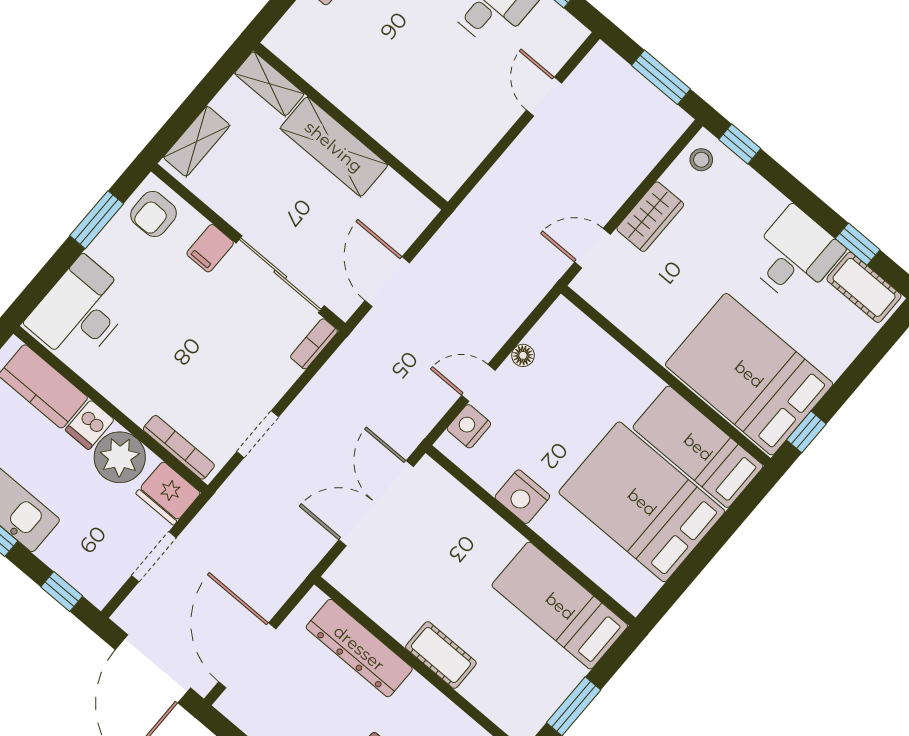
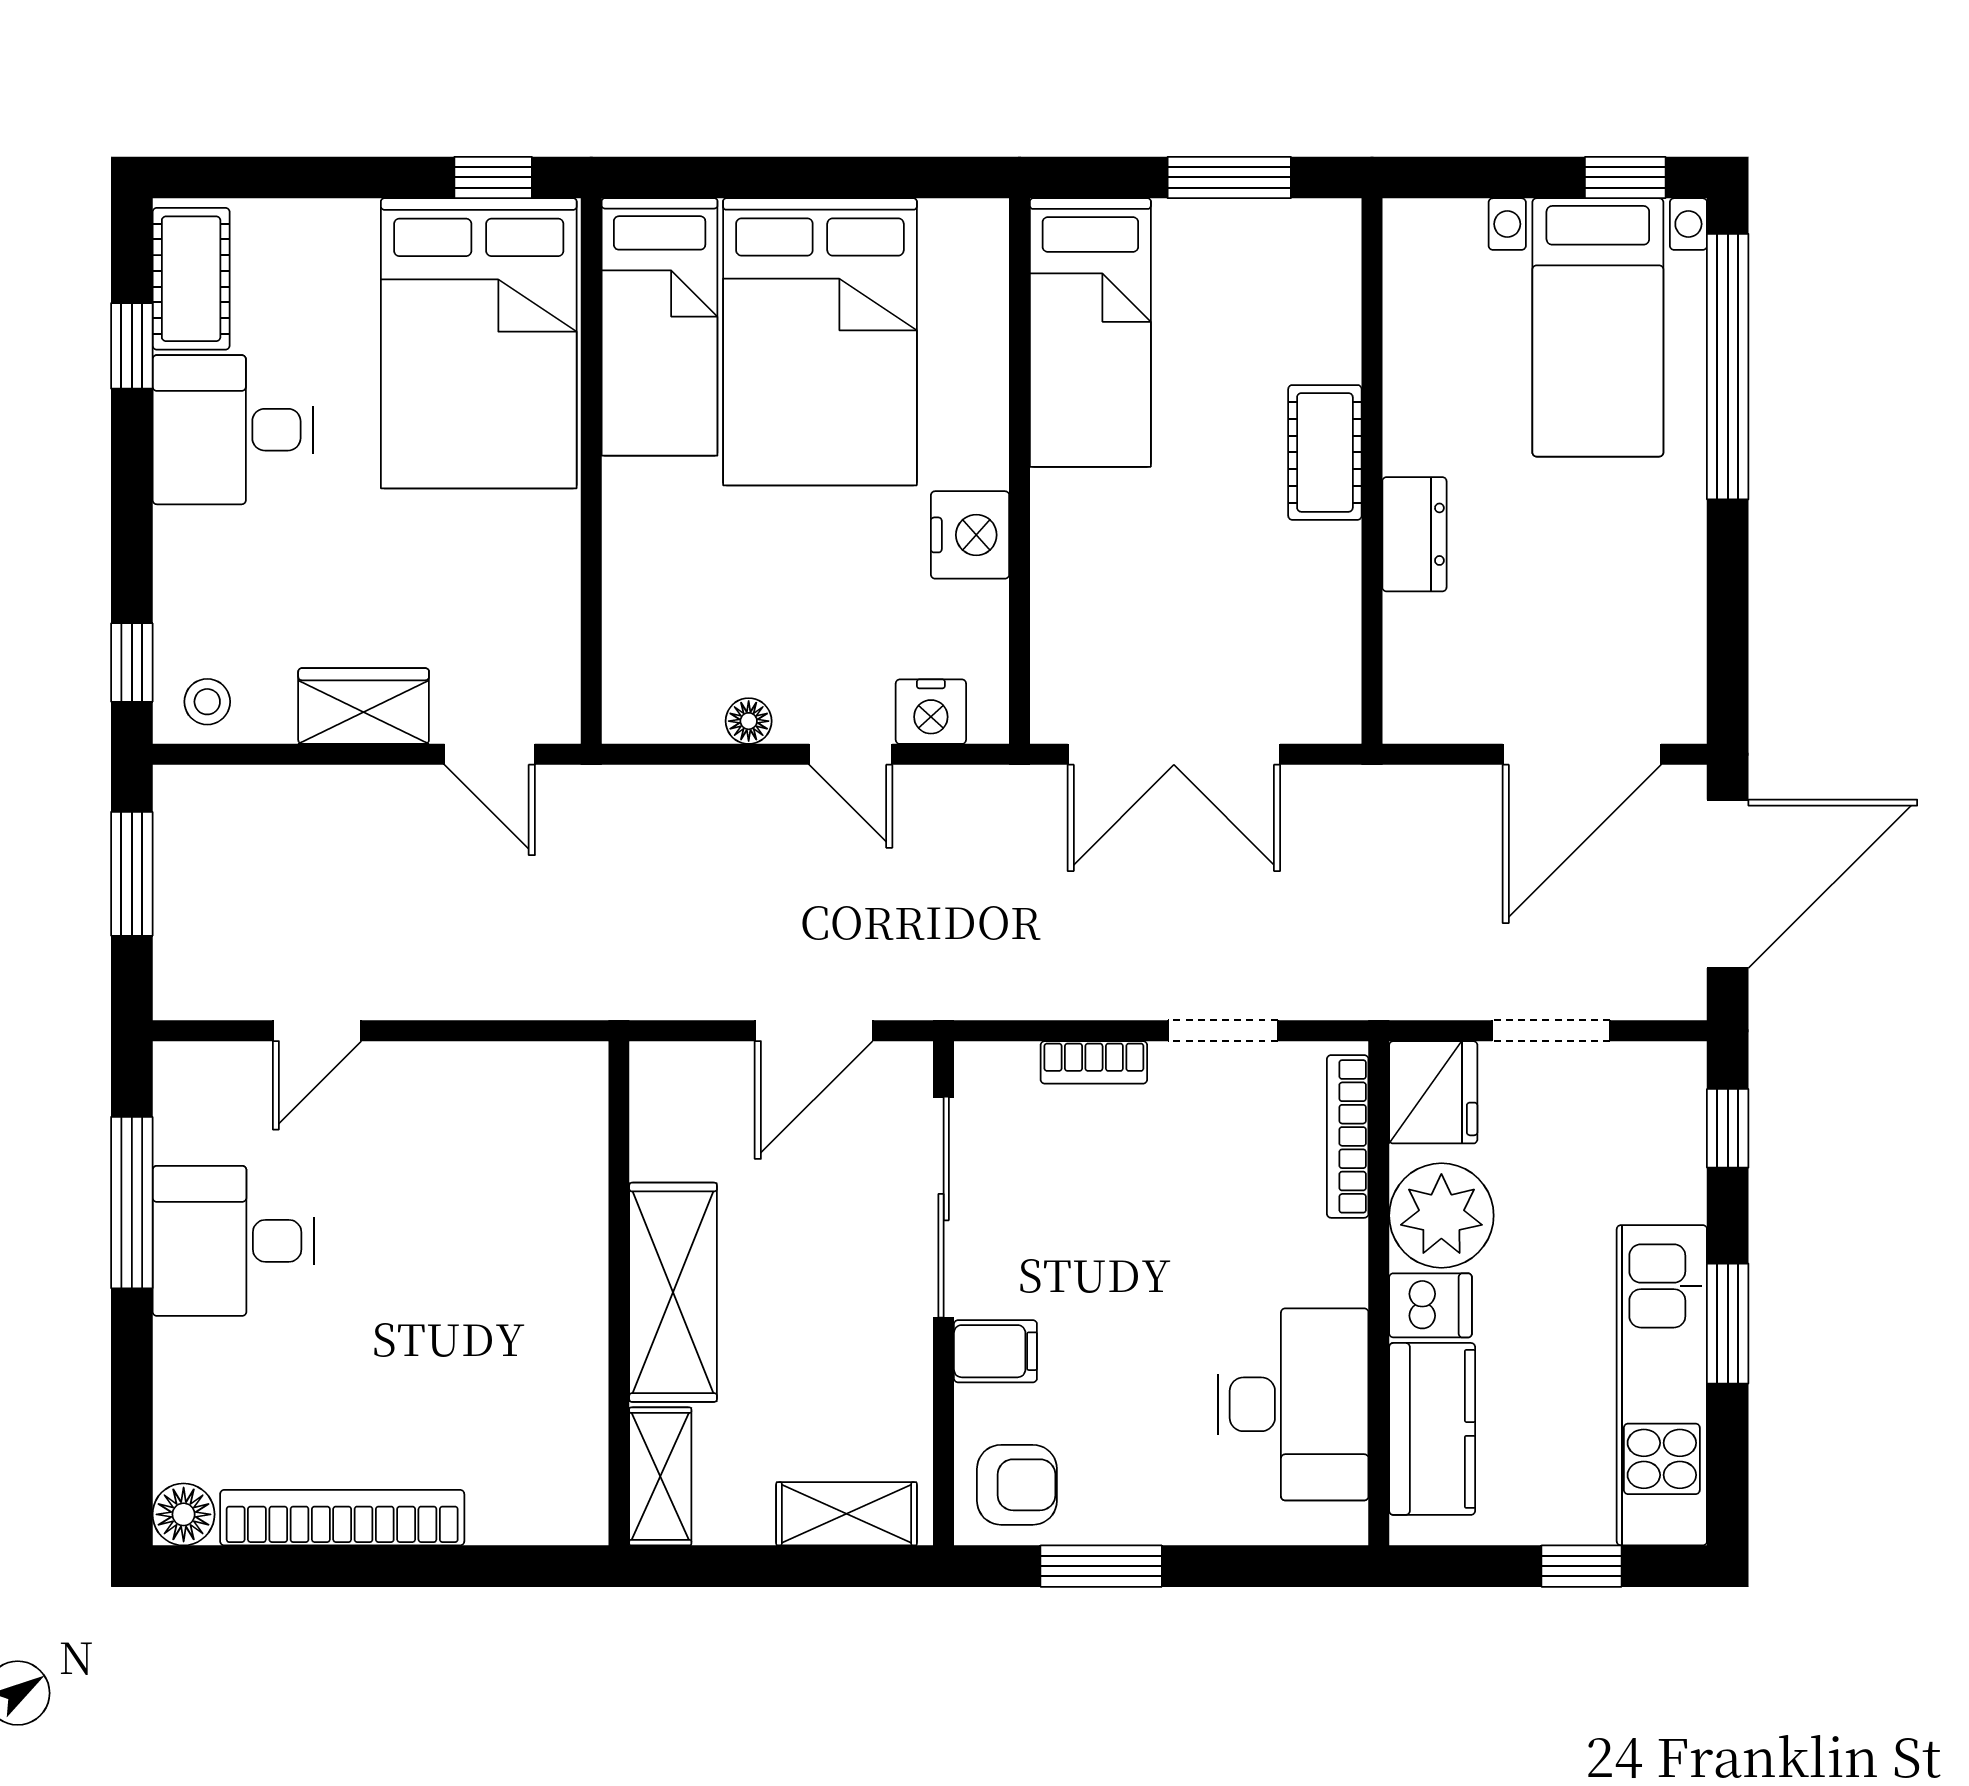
desk: (80, 311) -> (1293, 1404), moved, turned -90
bookcase: (314, 344) -> (1094, 1062), moved
dresser: (359, 648) -> (1414, 534), width x0.51, depth x0.80

